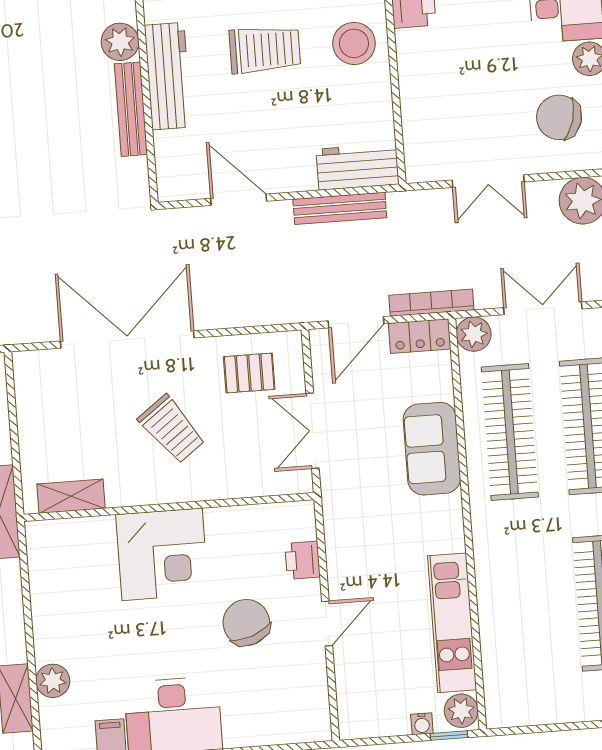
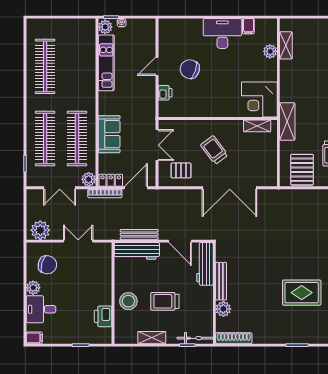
workbench: (168, 76) -> (205, 264), moved
workbench: (358, 167) -> (137, 251), width x1.38
corner desk: (162, 554) -> (259, 99), moved, turned -90
chair: (246, 623) -> (190, 69), turned 129

